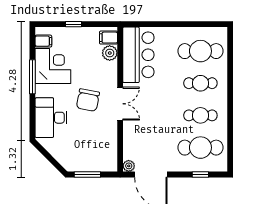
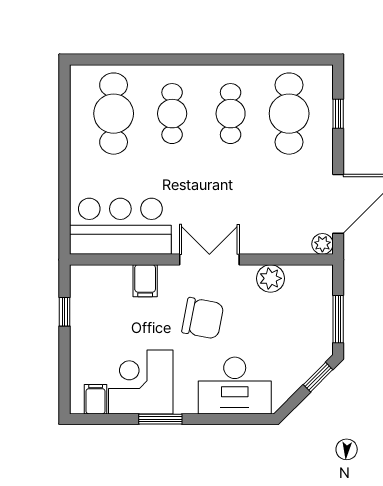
window: (73, 24) -> (65, 312), moved
filing cabinet: (109, 38) -> (145, 281), moved
plant: (110, 53) -> (271, 278), moved
window: (32, 77) -> (160, 419), width x0.69
window: (55, 163) -> (318, 377), added

